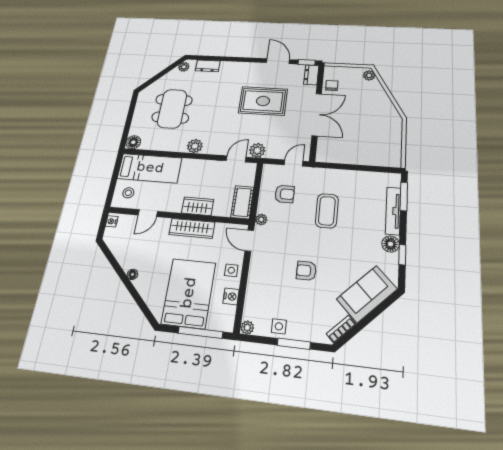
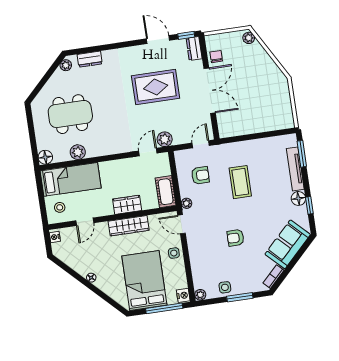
dining table: (172, 109) -> (70, 114), turned 90
plant: (195, 146) -> (78, 152), moved
nightstand: (231, 296) -> (183, 295), moved

